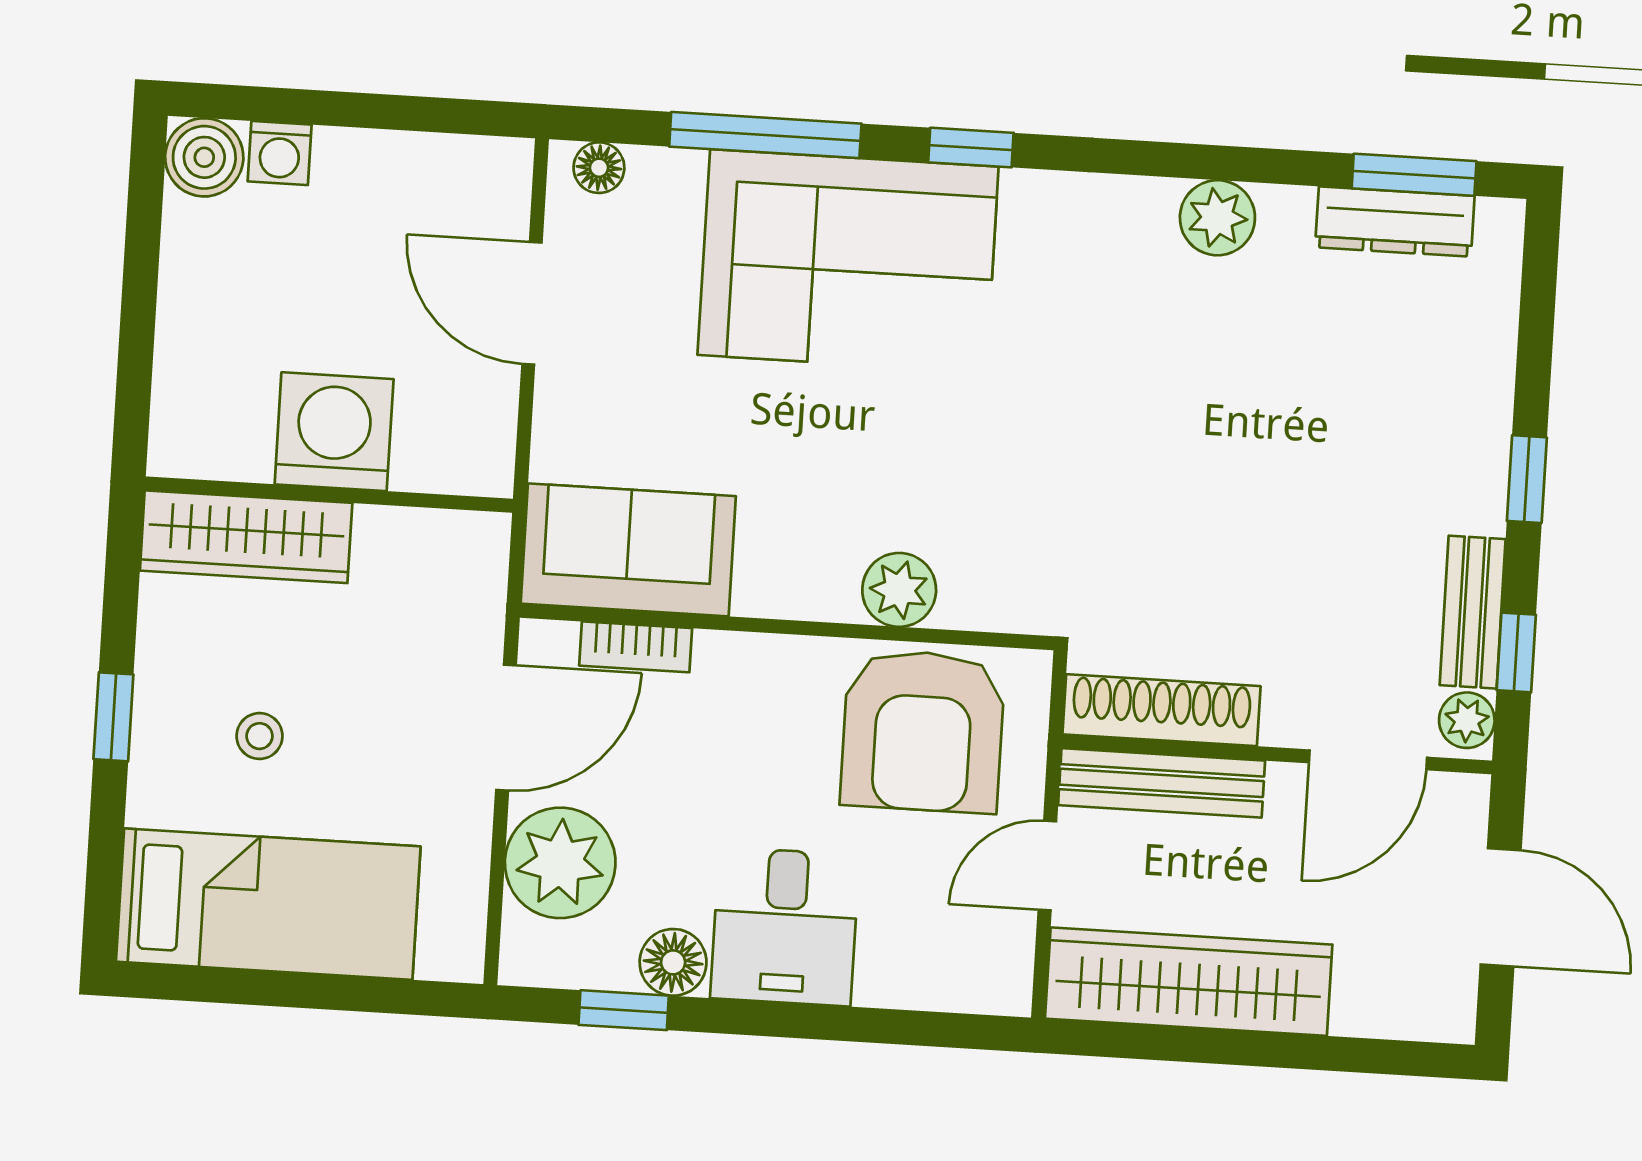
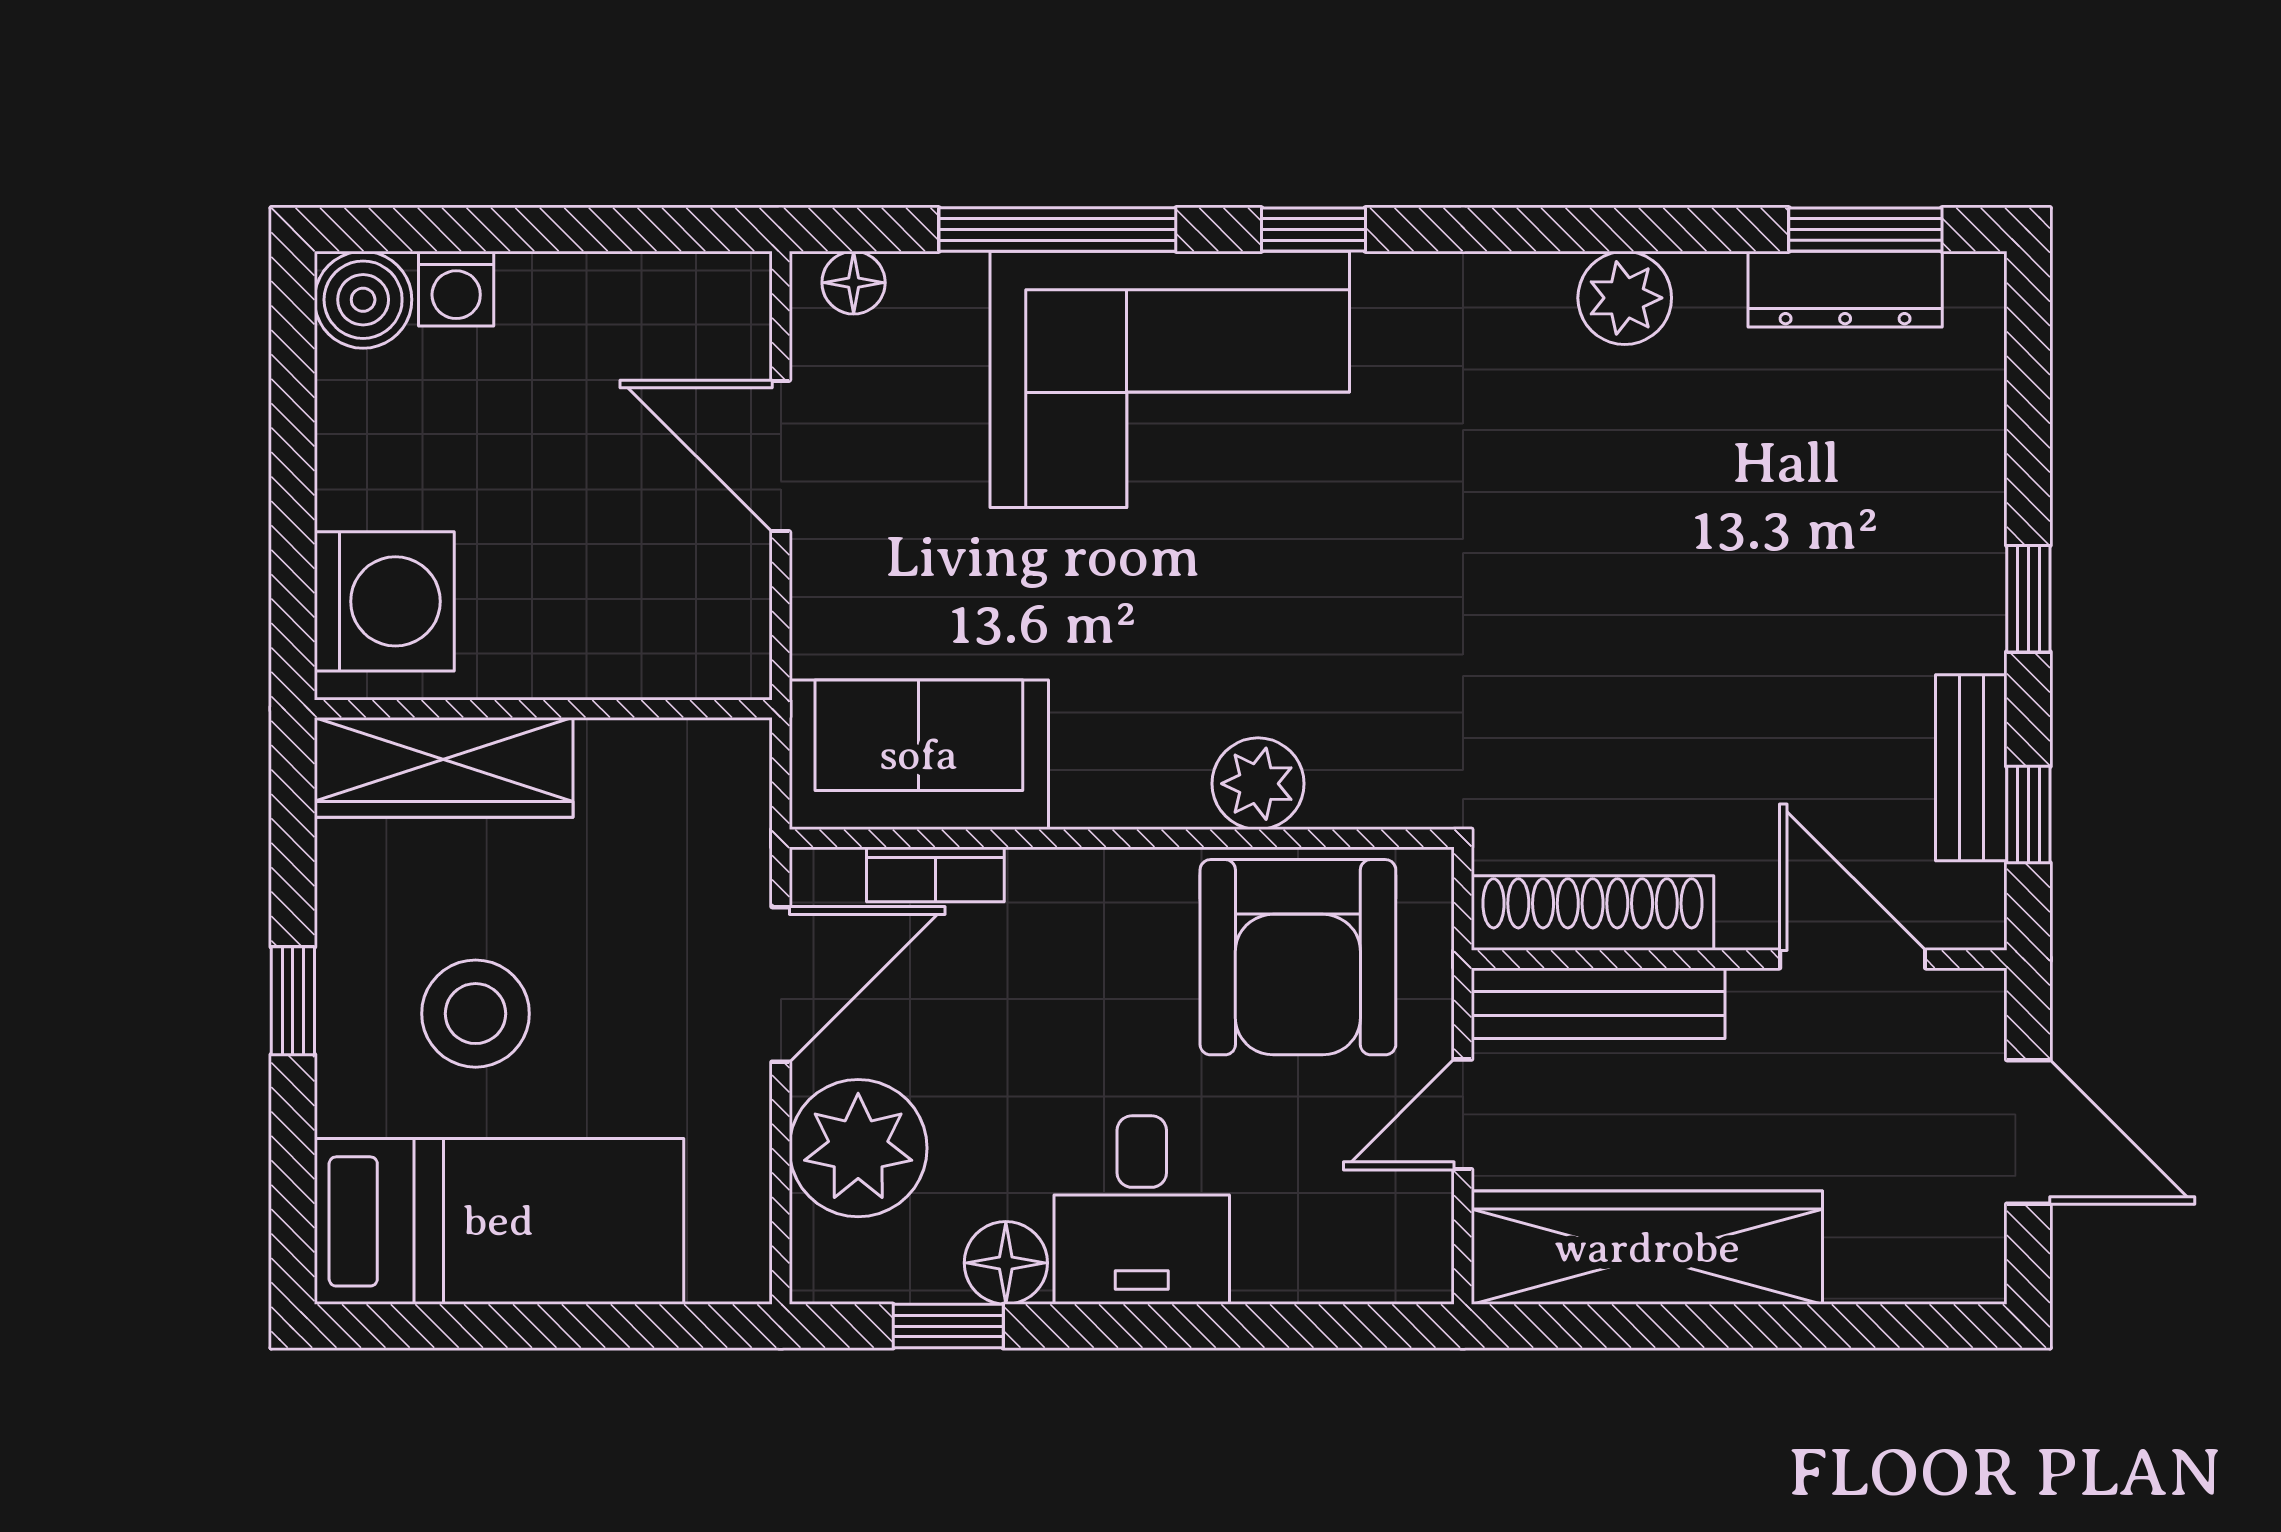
washing machine: (334, 432) -> (384, 601), moved, turned 90
plant: (1467, 720) -> (1972, 902), removed
stool: (259, 736) -> (476, 1014), width x1.89, depth x1.89
door: (1368, 760) -> (1853, 959), swing flipped

